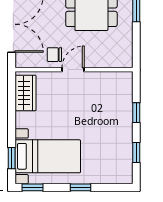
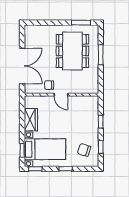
door: (73, 70) -> (61, 95), swing flipped
wardrobe: (25, 93) -> (31, 120), moved
chair: (110, 157) -> (84, 150), added

